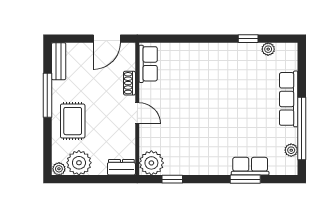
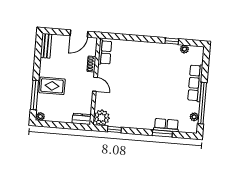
window: (47, 95) -> (35, 95), moved
rug: (73, 121) -> (52, 86), turned 90
plant: (79, 163) -> (54, 114), removed

